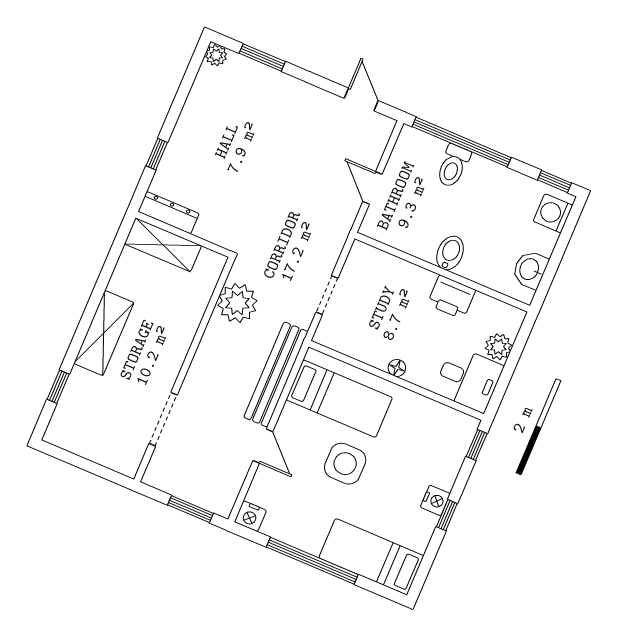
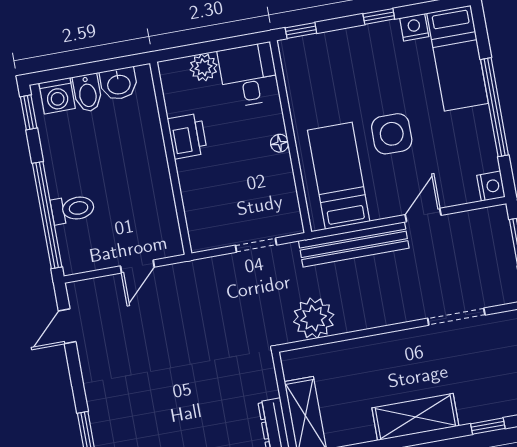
bidet: (450, 253) -> (87, 93), moved, turned -90
nightstand: (435, 500) -> (414, 27), moved

